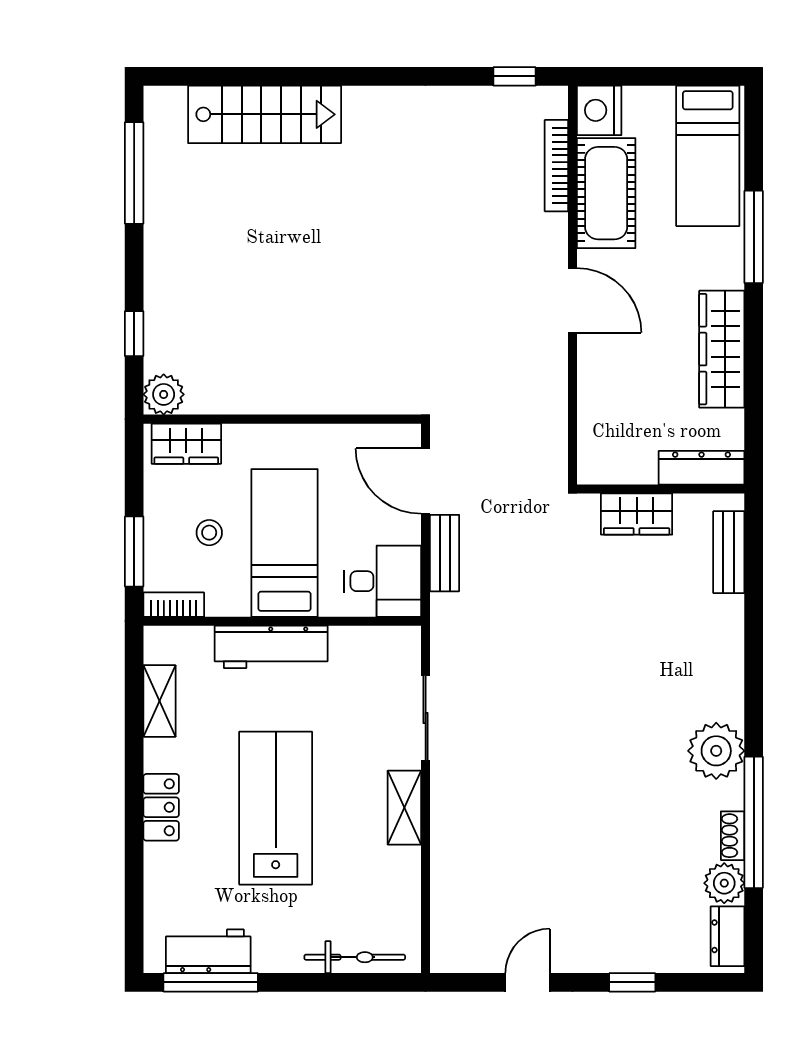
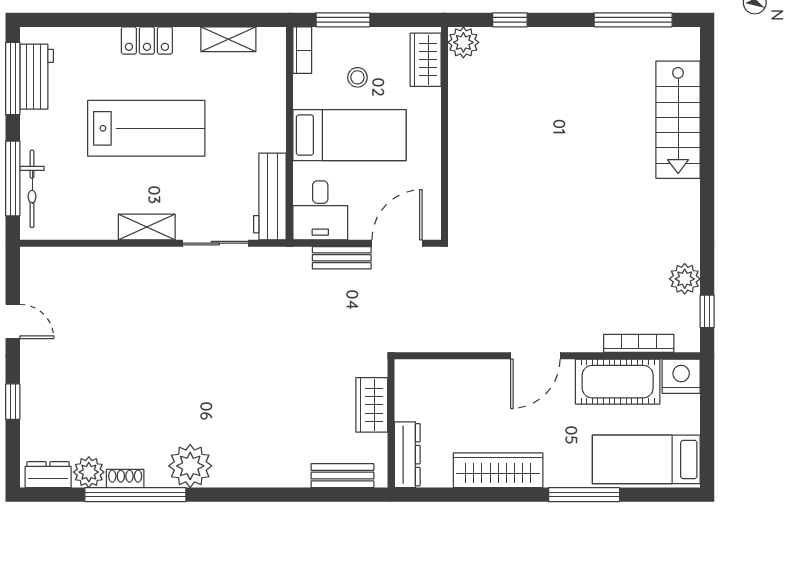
plant: (472, 106) -> (685, 279), added
workbench: (271, 647) -> (270, 196), moved
window: (341, 982) -> (13, 179), added

